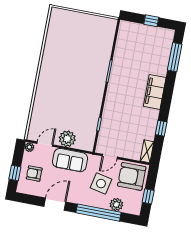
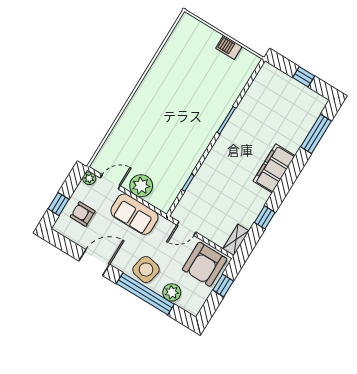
barbecue: (92, 20) -> (229, 47), added
armchair: (132, 176) -> (205, 264), turned -90
side table: (101, 184) -> (146, 270), moved
window: (148, 196) -> (223, 285), moved

